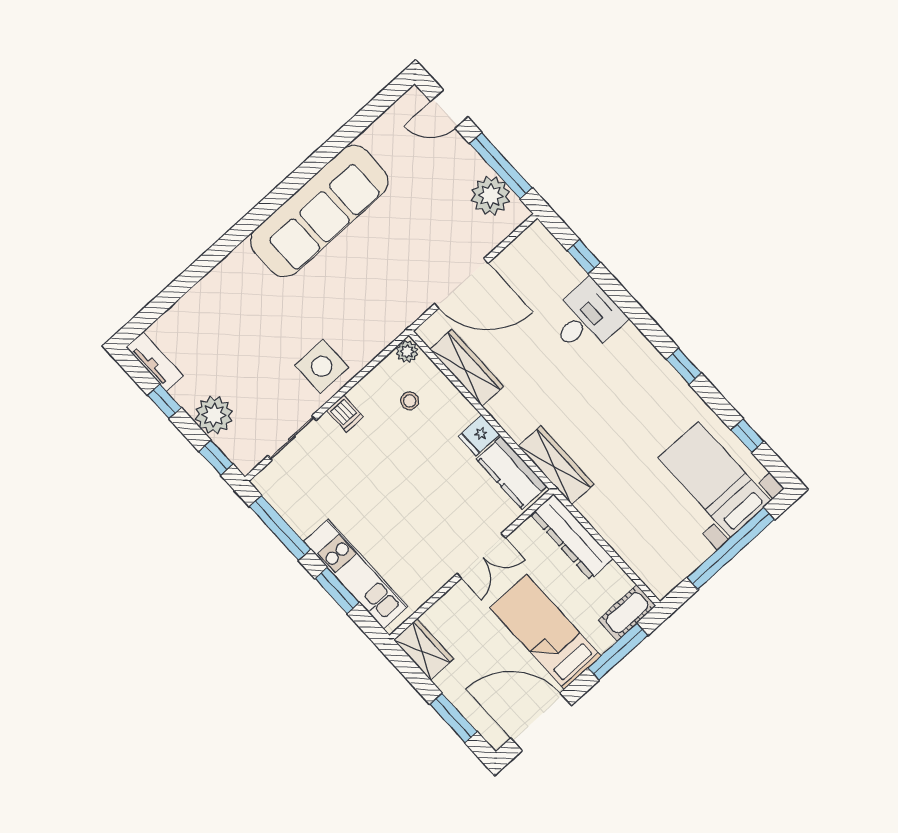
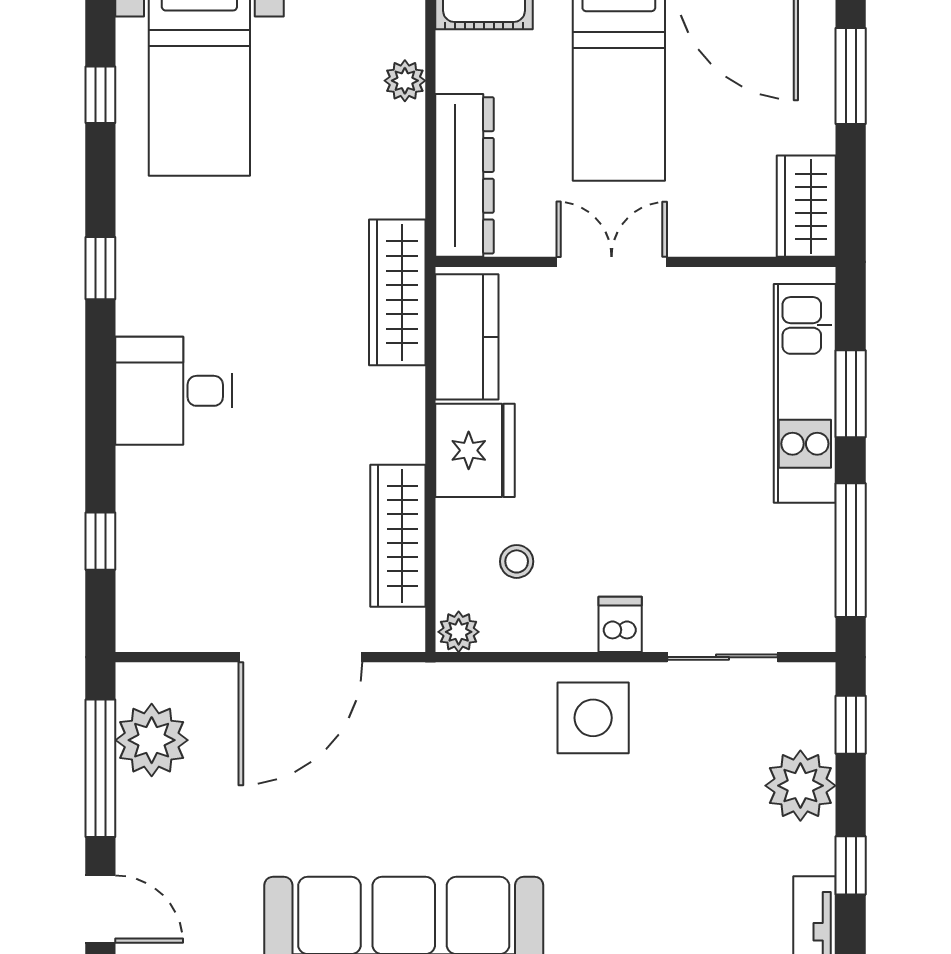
door: (461, 283) -> (300, 657), swing flipped
desk: (586, 318) -> (174, 391), moved
fridge: (479, 435) -> (475, 450), width x1.88, depth x1.34
plant: (630, 553) -> (405, 81), added

